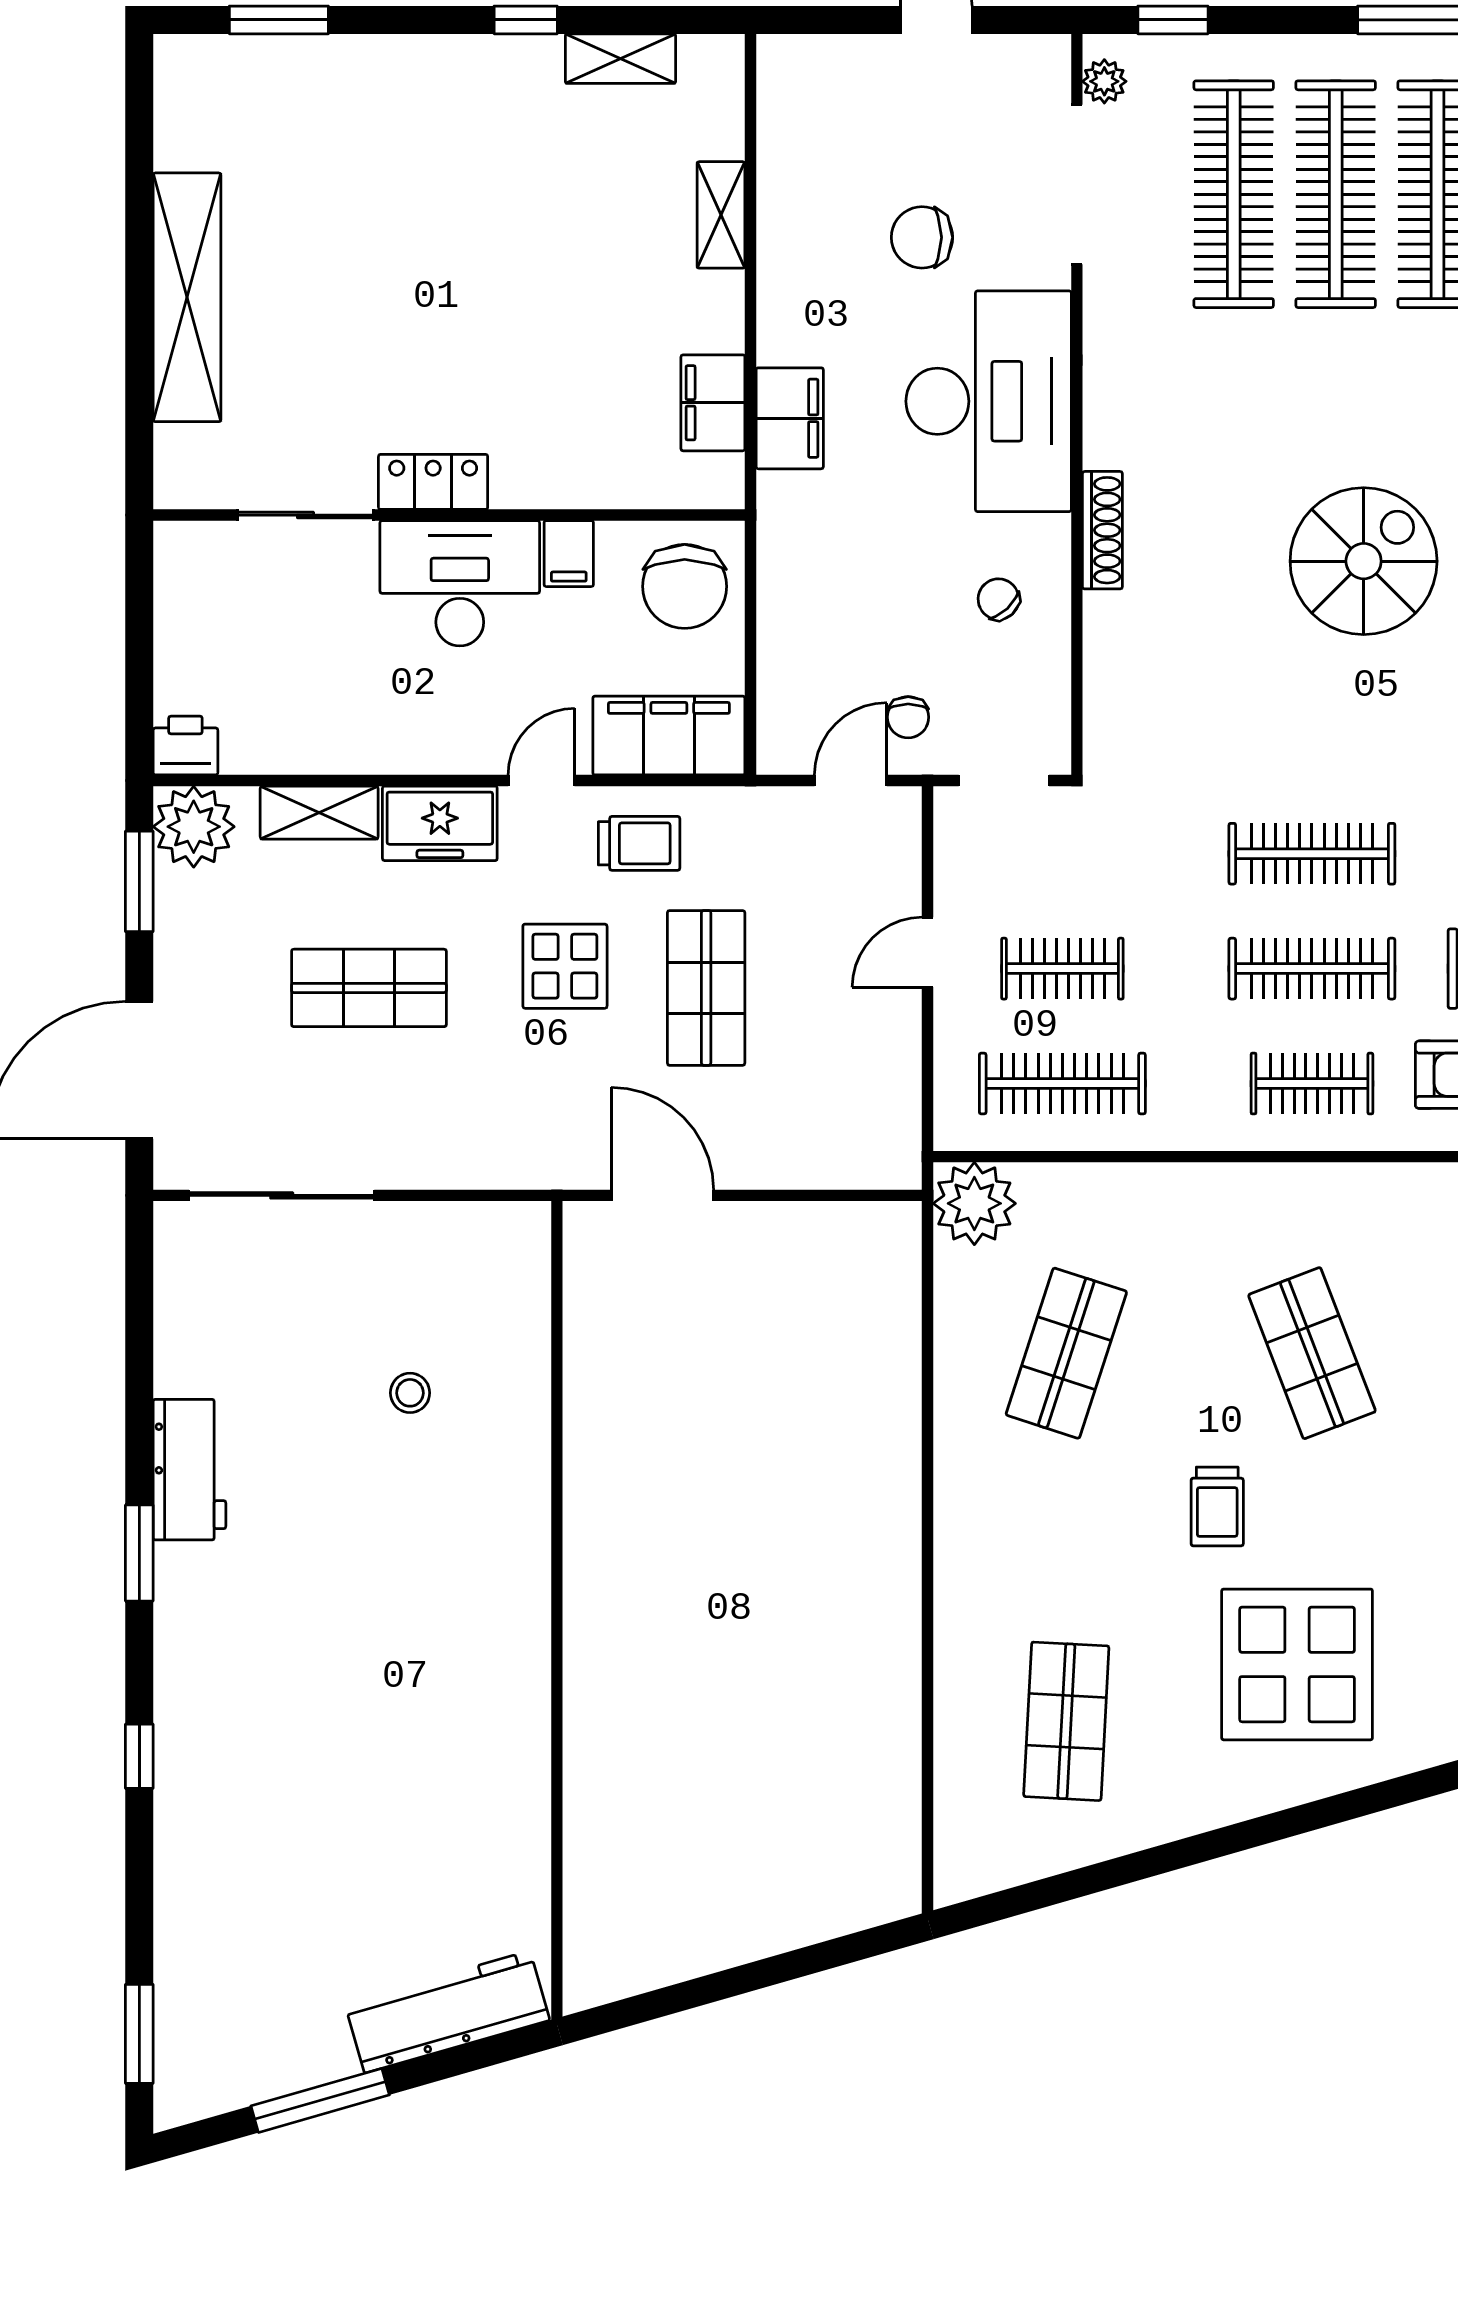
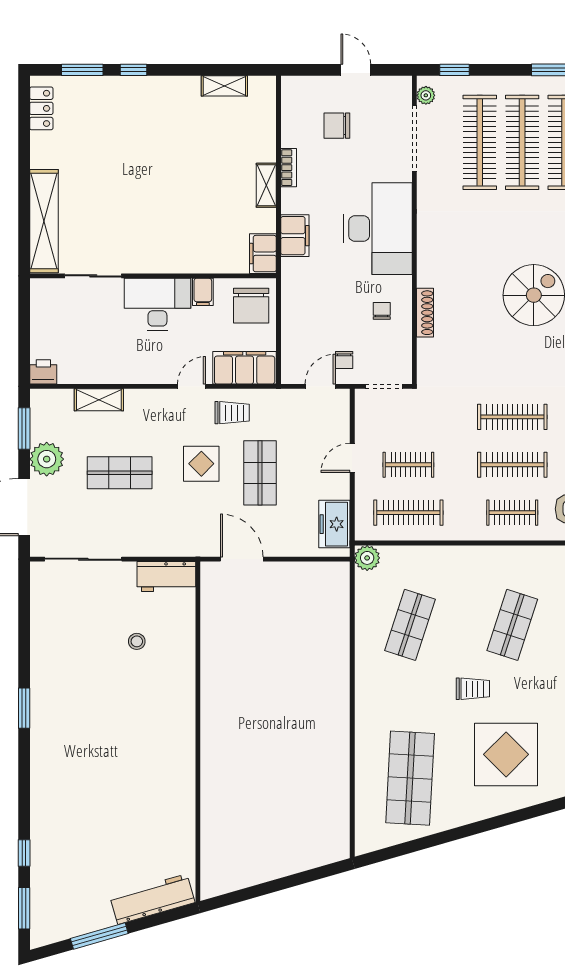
window: (526, 20) -> (133, 70), moved
shelving: (721, 215) -> (266, 185), moved
chair: (922, 237) -> (337, 126), moved
bookcase: (775, 255) -> (289, 168), added
shelving: (187, 297) -> (44, 221), moved
filing cabinet: (713, 403) -> (263, 254), moved
locker: (433, 482) -> (41, 108), moved, turned 90
shoe rack: (1102, 530) -> (425, 313), moved
chair: (998, 599) -> (382, 311), turned 43
freezer: (440, 823) -> (334, 524), moved, turned 90
plant: (194, 827) -> (47, 459), moved
plant: (974, 1203) -> (367, 558), width x0.73, depth x0.73
shop shelf: (1312, 1353) -> (512, 625), turned 39
workbench: (189, 1470) -> (166, 577), moved, turned 90
trolley: (1217, 1506) -> (473, 689), turned -90
shop shelf: (1066, 1721) -> (410, 778), width x1.43, depth x1.36
window: (139, 1756) -> (24, 853), moved

